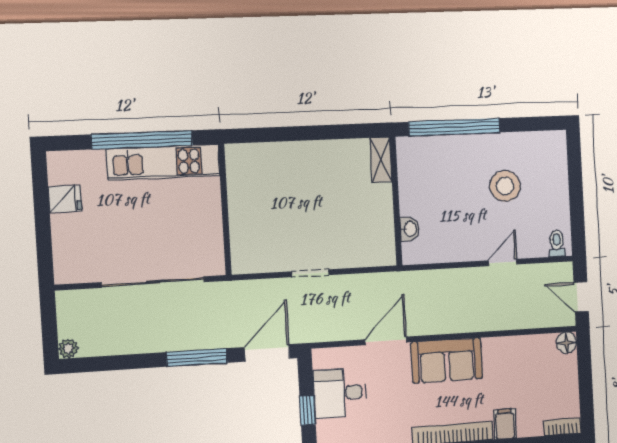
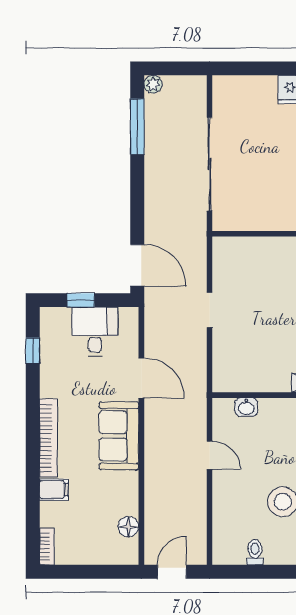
toilet: (557, 243) -> (255, 552), moved, turned -90
door: (503, 262) -> (210, 455), moved
floor lamp: (566, 343) -> (128, 527), moved
window: (197, 357) -> (137, 127), moved

